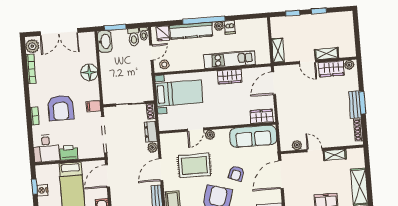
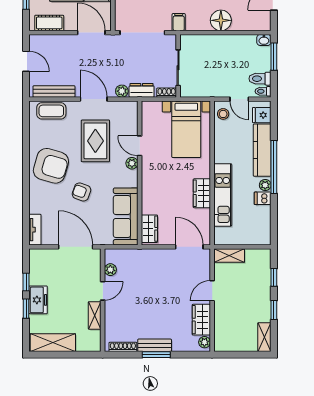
washbasin: (105, 41) -> (264, 40), width x0.52, depth x0.69
shelving: (327, 54) -> (264, 337), moved

